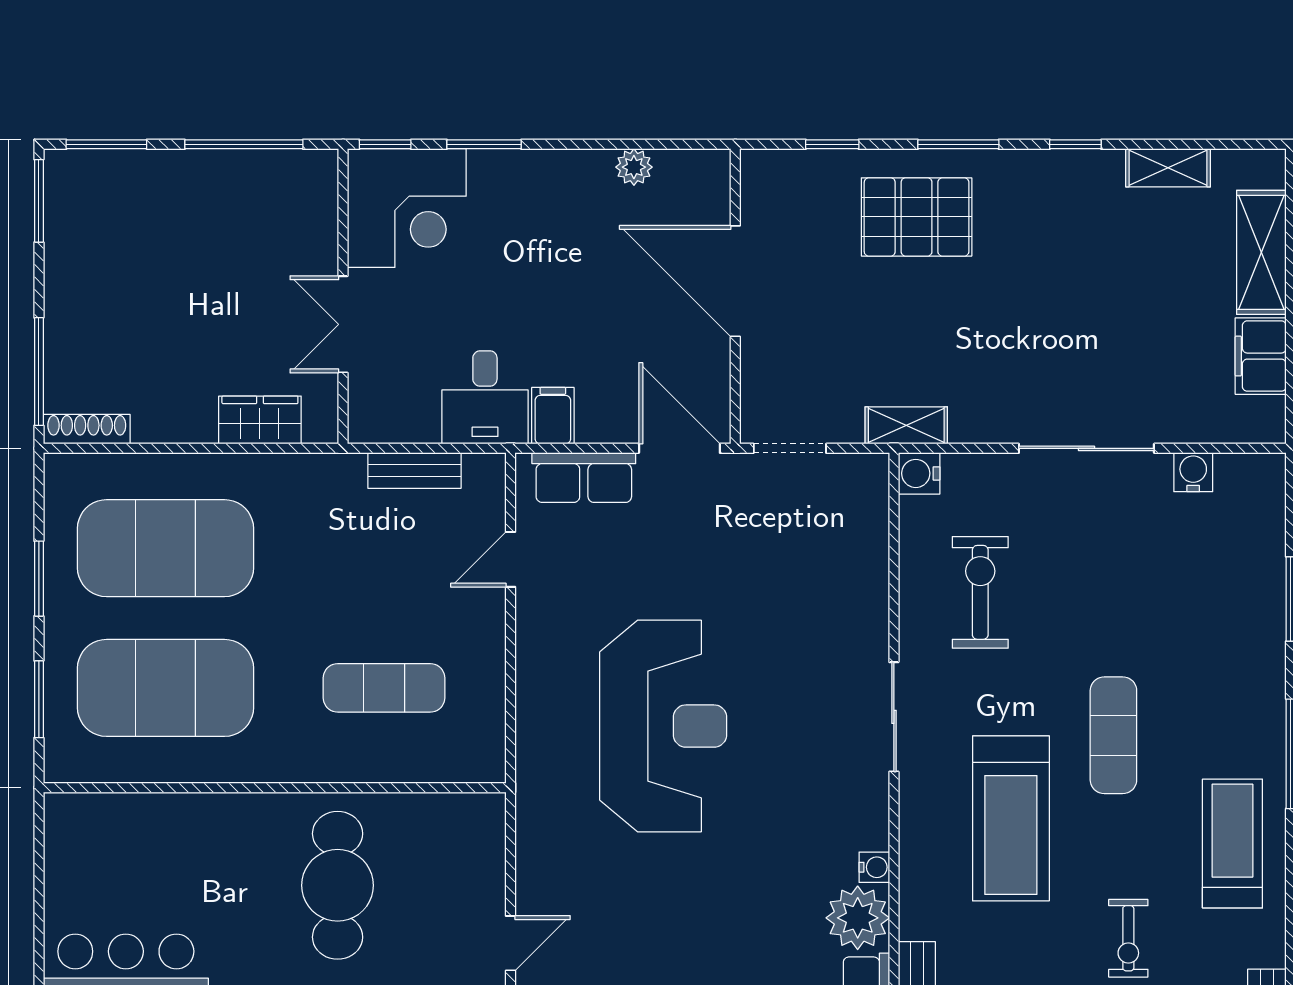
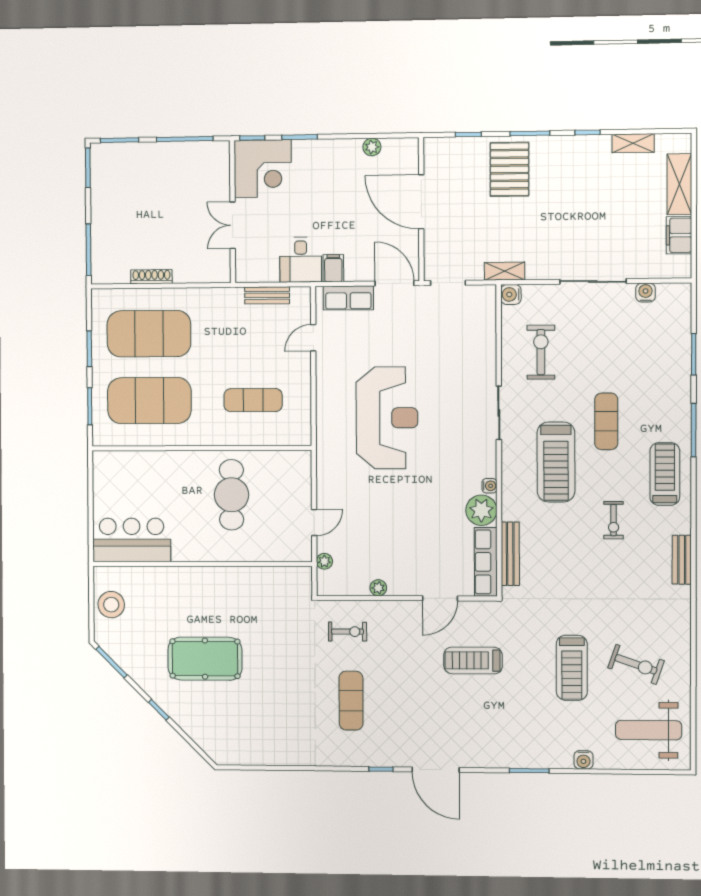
pallet: (917, 217) -> (509, 169), turned 90
wardrobe: (260, 420) -> (193, 272), removed
shoe rack: (87, 429) -> (151, 277), moved

